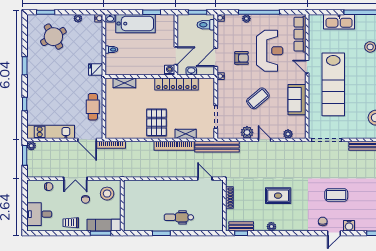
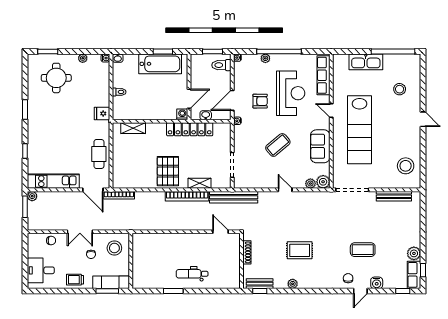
bathtub: (135, 24) -> (160, 64), moved
round table: (53, 37) -> (56, 78), turned 31
plant: (247, 132) -> (323, 182), moved

